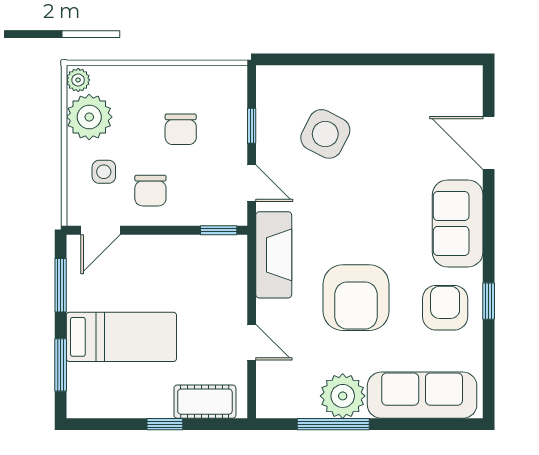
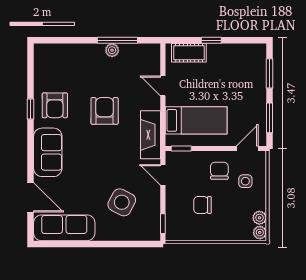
plant: (89, 117) -> (259, 218), width x0.53, depth x0.53
window: (252, 126) -> (163, 224), moved
chair: (181, 129) -> (202, 205), turned -90
armchair: (356, 298) -> (105, 111), width x0.73, depth x0.73
bed: (121, 337) -> (196, 120), moved, turned 180
sofa: (422, 395) -> (64, 228), moved, turned 180
plant: (343, 396) -> (112, 50), width x0.53, depth x0.53

